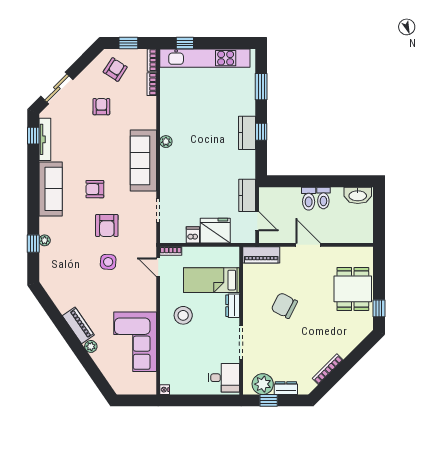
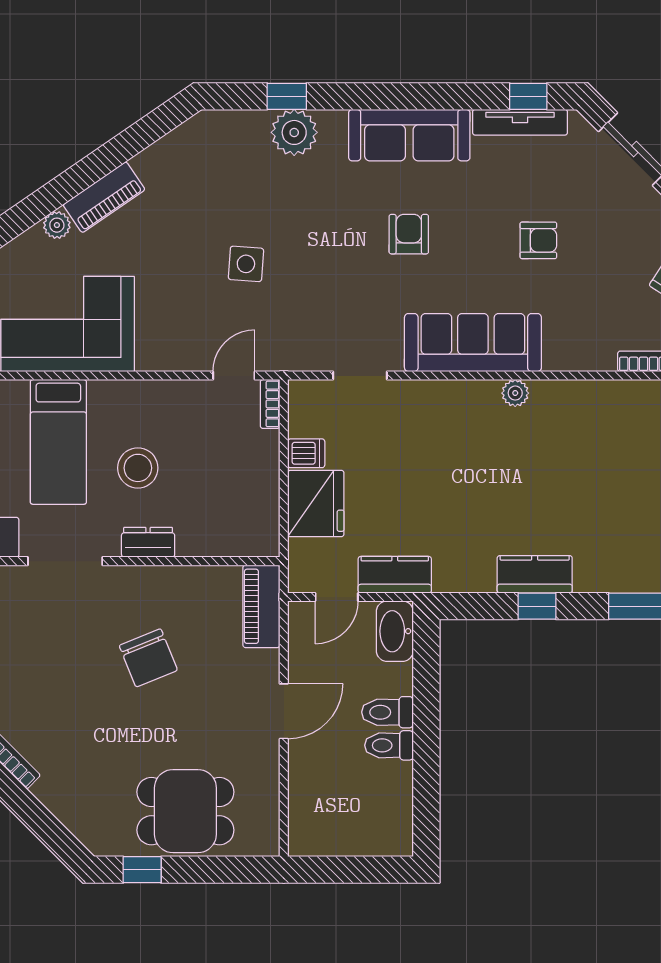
armchair: (101, 107) -> (538, 240), moved
washbasin: (358, 195) -> (395, 631), moved
armchair: (107, 225) -> (327, 261), removed
plant: (45, 240) -> (294, 132), width x1.88, depth x1.88
bed: (211, 280) -> (58, 442), moved, turned 180
chair: (284, 306) -> (148, 658), turned 131
stool: (183, 315) -> (138, 468), moved

